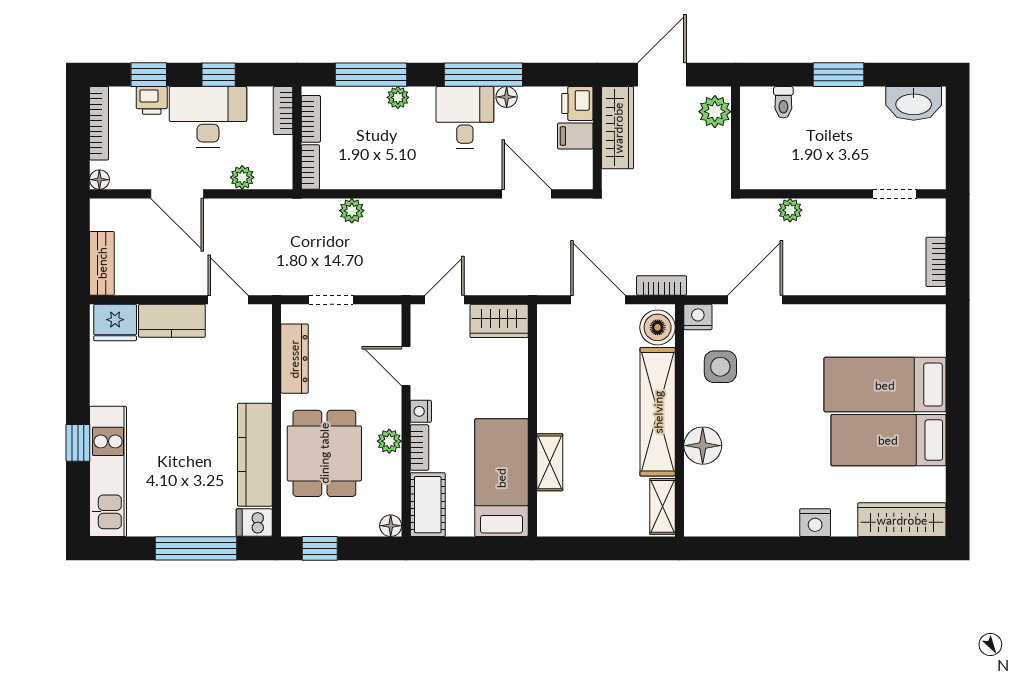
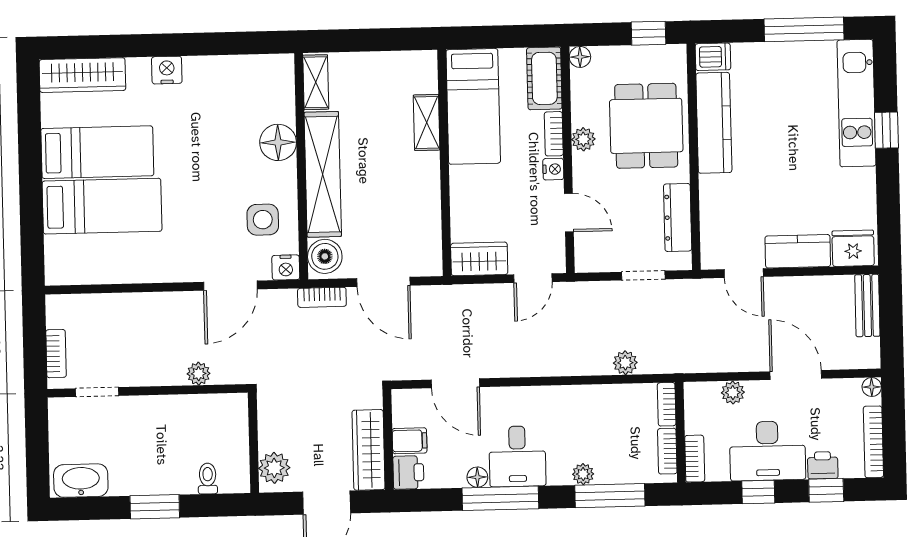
bookcase: (936, 262) -> (56, 354), moved
window: (196, 548) -> (804, 29), moved

